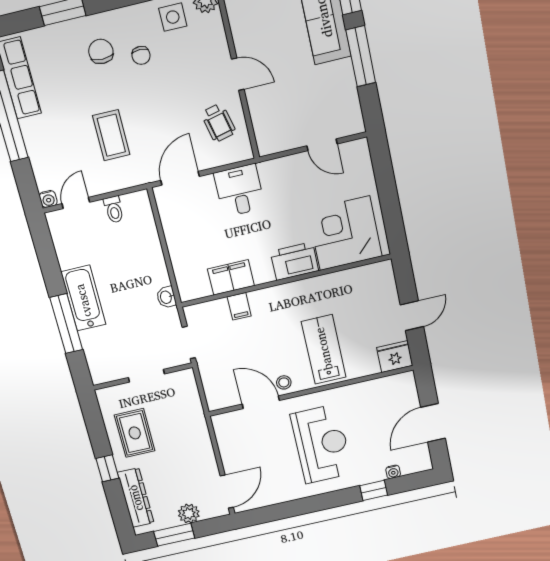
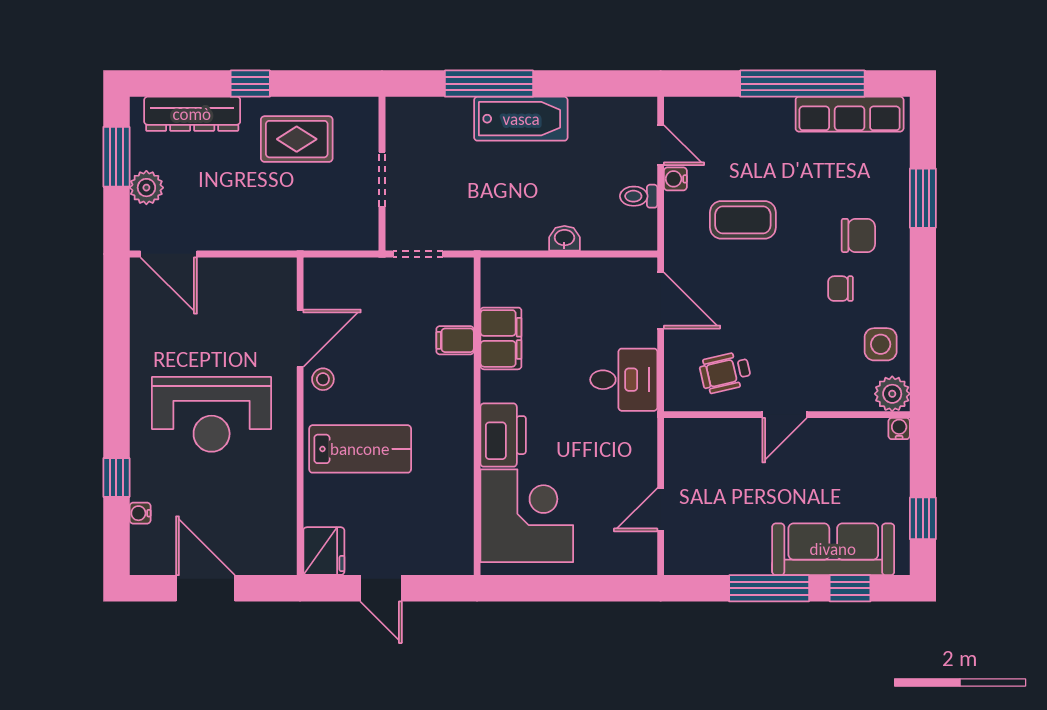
water cooler: (48, 199) -> (675, 179), moved
washbasin: (166, 297) -> (564, 238), moved

